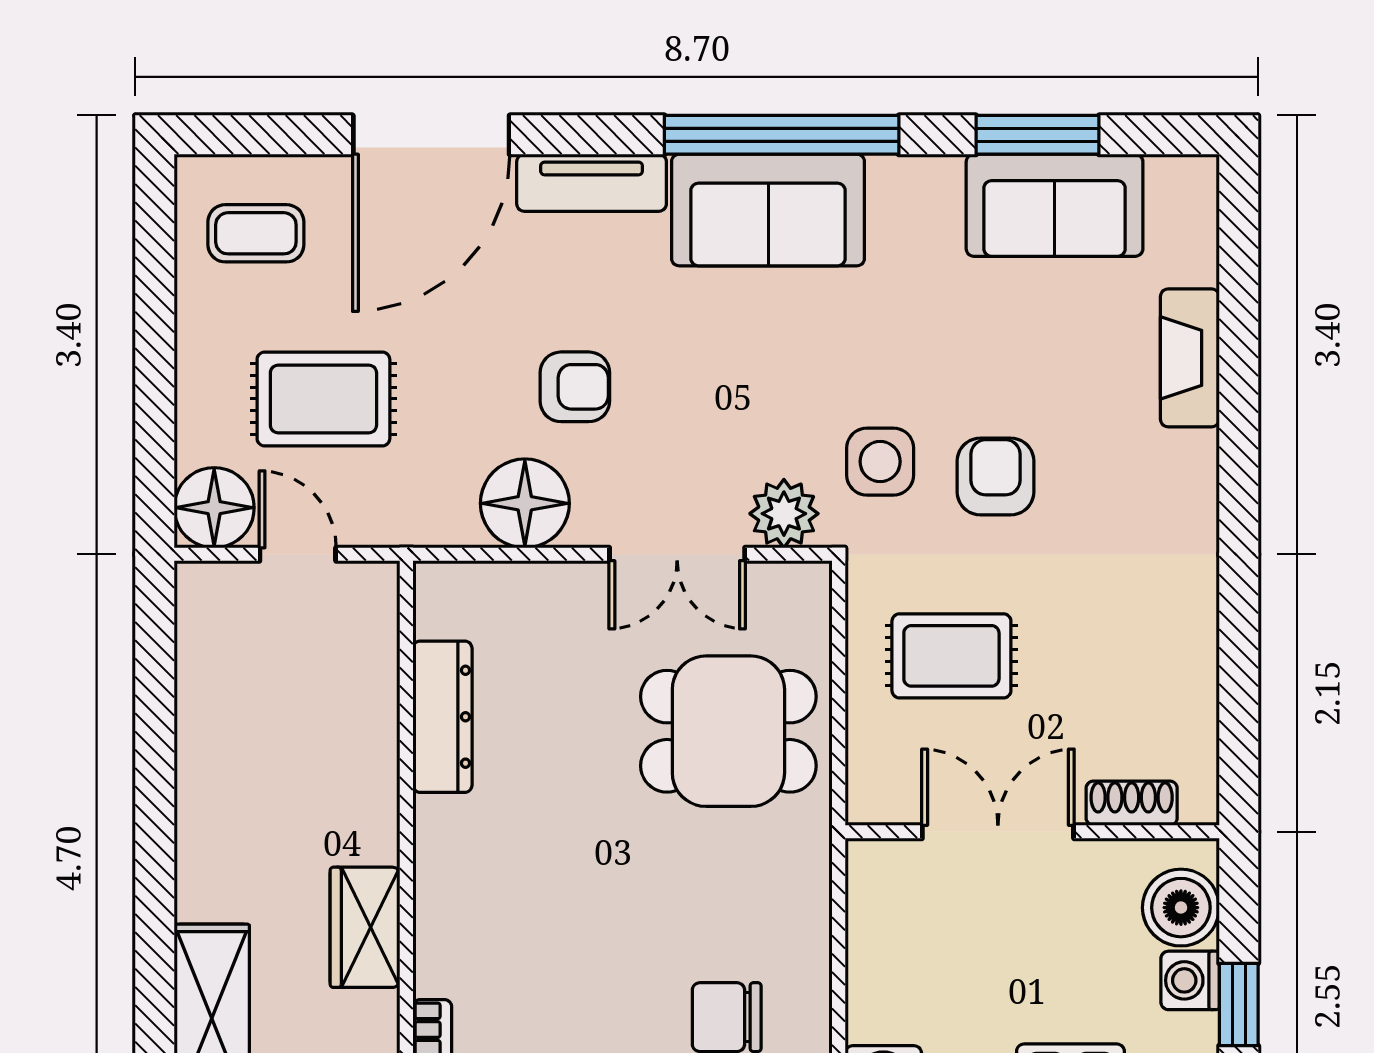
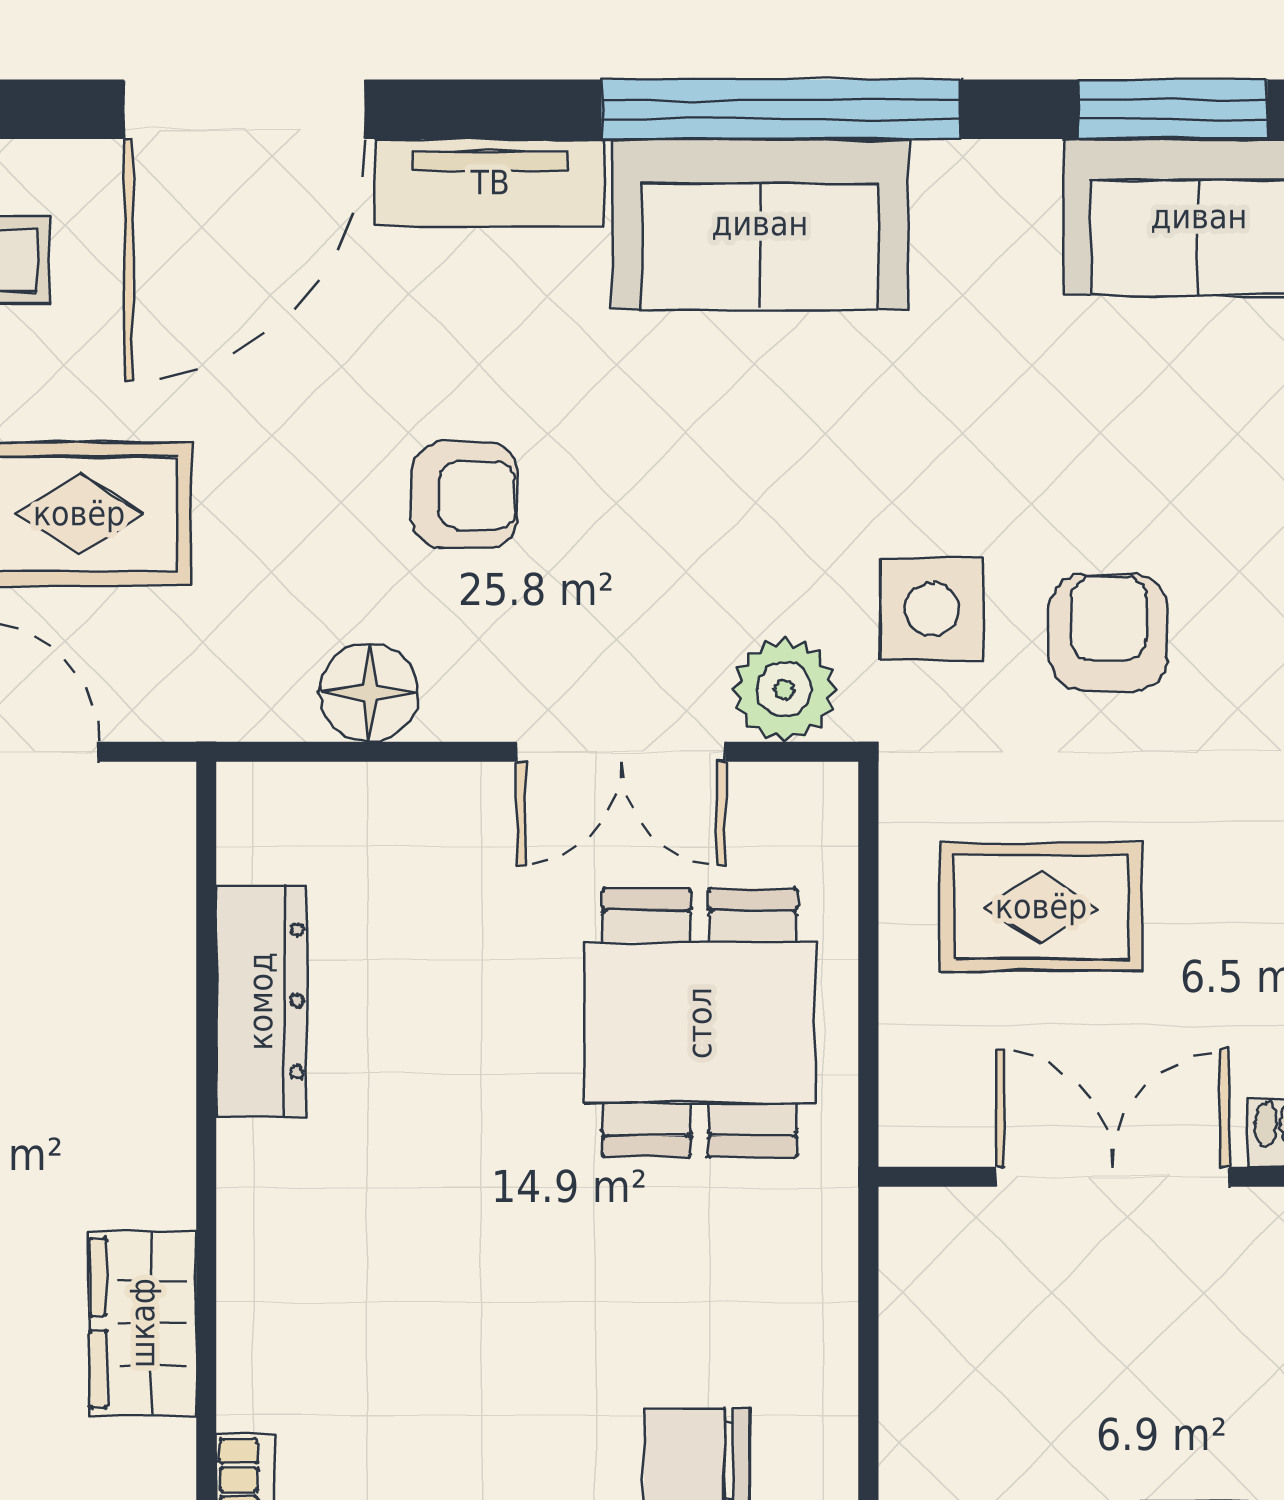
floor lamp: (525, 503) -> (369, 692), width x0.73, depth x0.73
dining table: (728, 731) -> (700, 1023), turned 90

